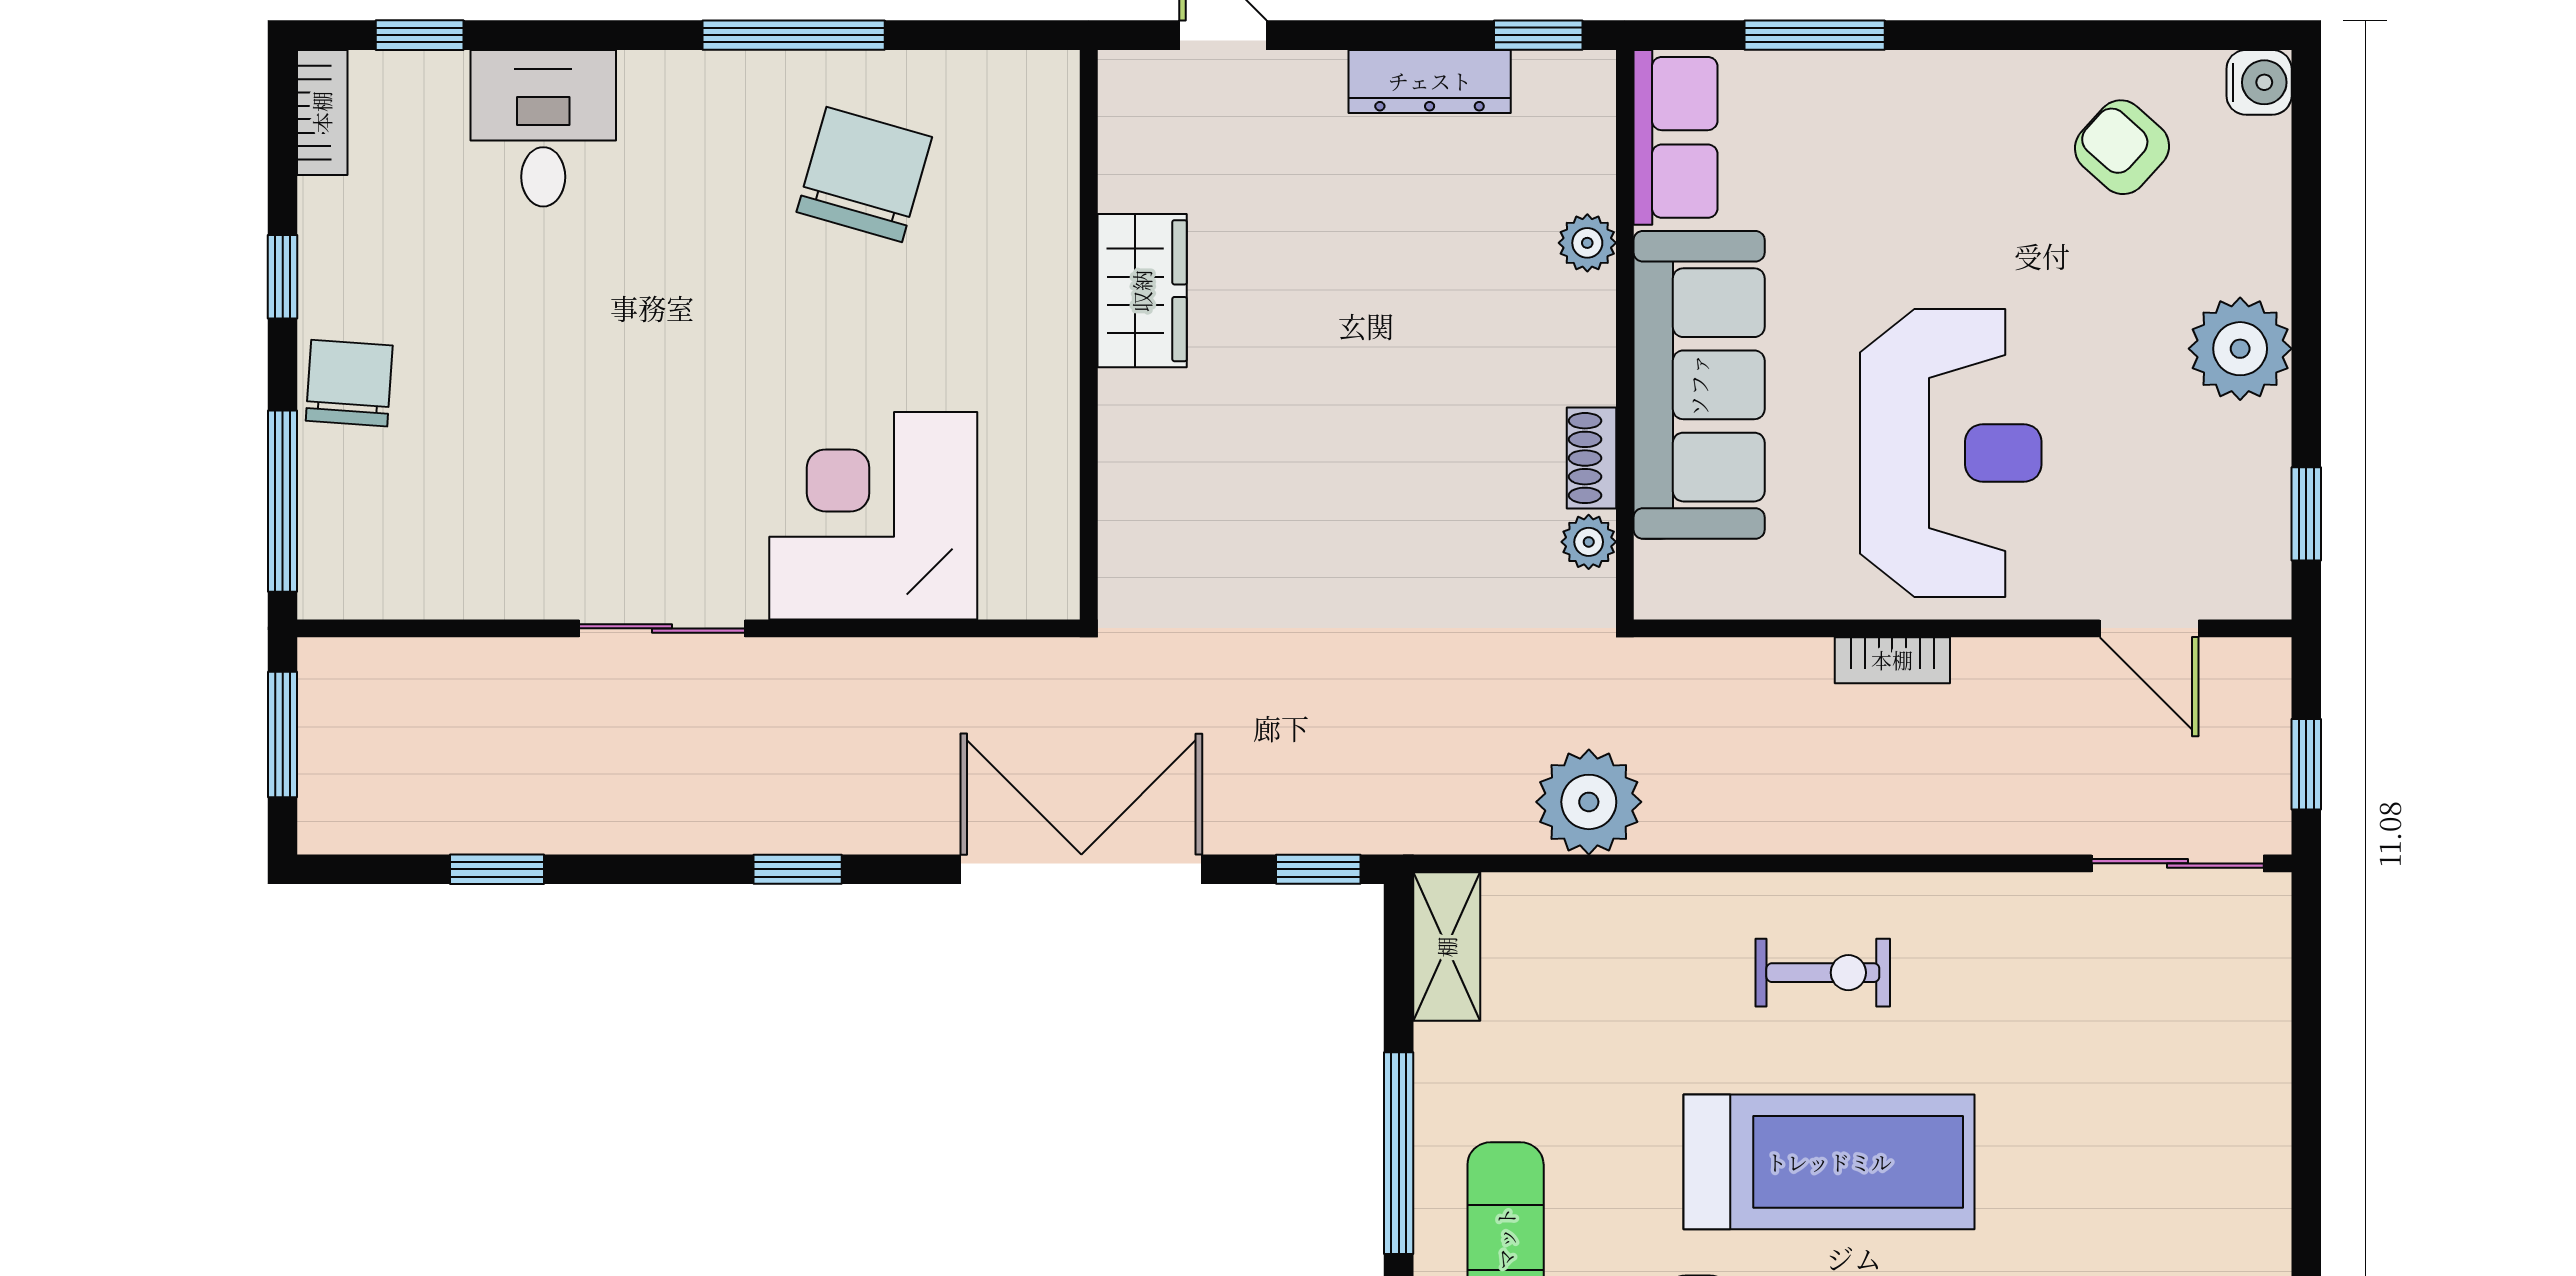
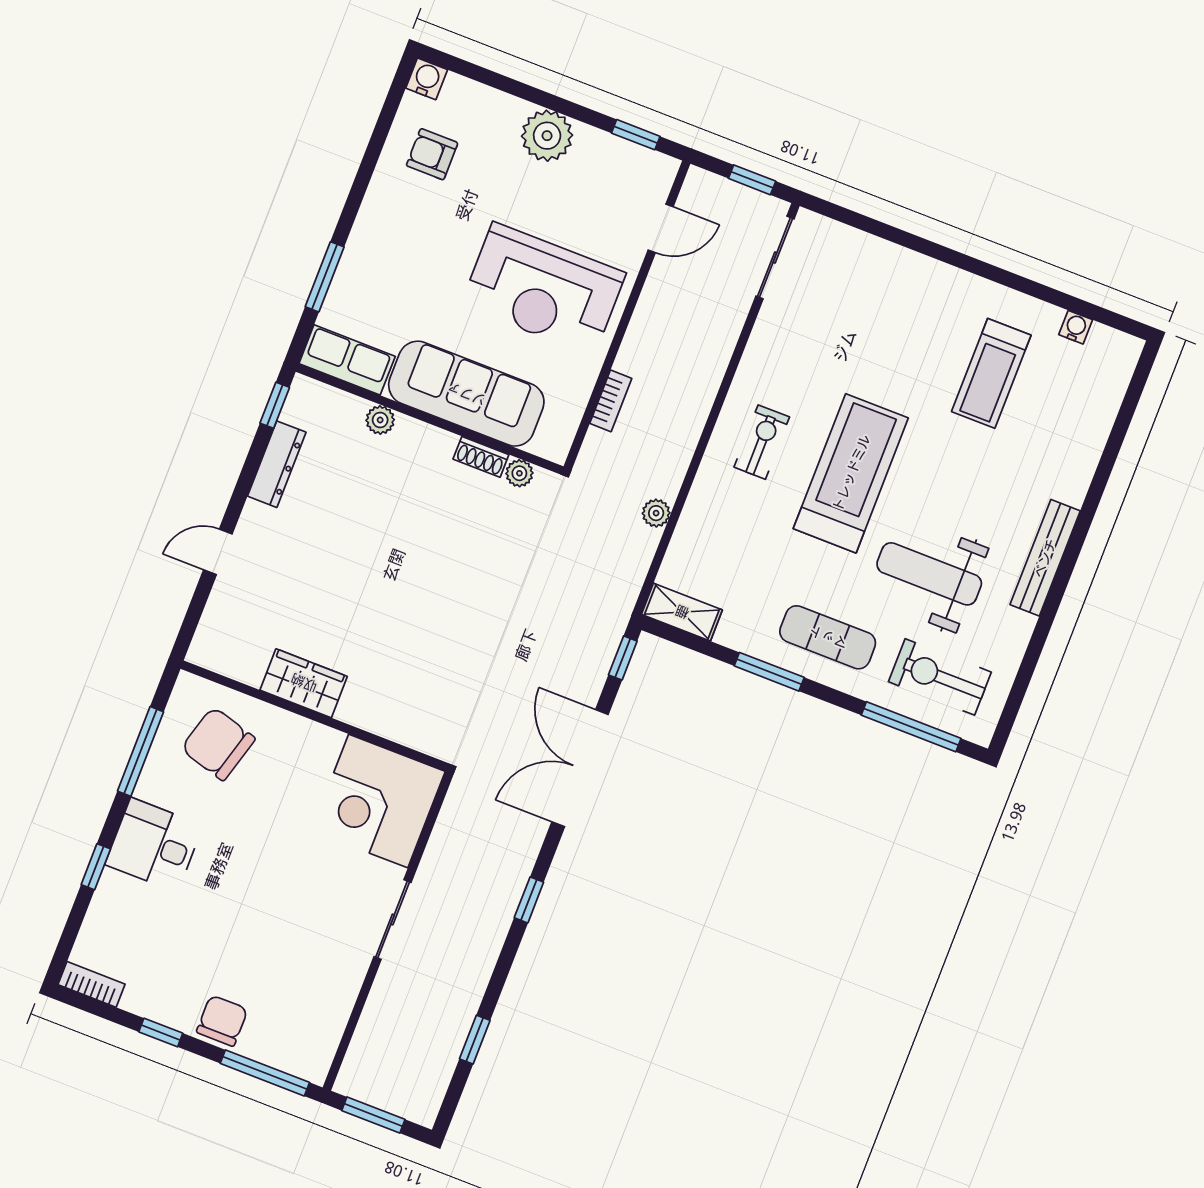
window: (420, 35) -> (96, 867), moved
desk: (543, 128) -> (154, 845), moved
armchair: (2122, 147) -> (432, 154), turned 48
wardrobe: (1142, 291) -> (304, 683), moved
wall: (1089, 335) -> (314, 716), moved
chair: (349, 383) -> (222, 1021), turned 86
reception desk: (1951, 453) -> (543, 289), turned 180
bookcase: (1892, 660) -> (611, 401), moved
plant: (1589, 802) -> (656, 513), width x0.53, depth x0.53
window: (1399, 1153) -> (769, 672), width x0.69

